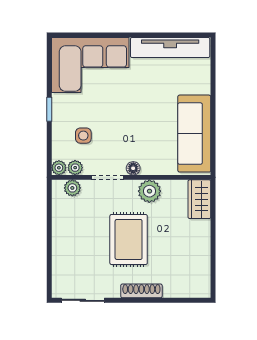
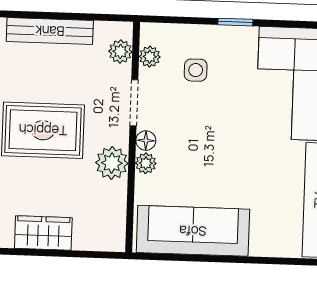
plant: (59, 168) -> (146, 163), moved
wardrobe: (199, 199) -> (43, 233), moved
bench: (60, 237) -> (50, 31), added

